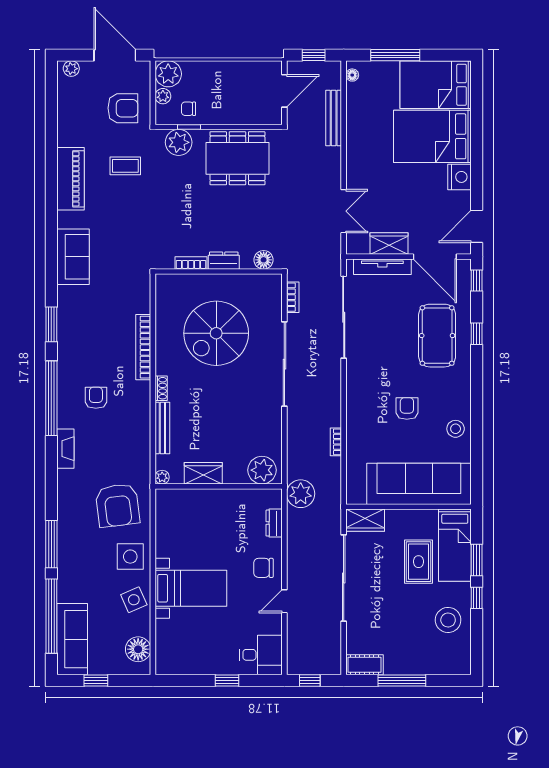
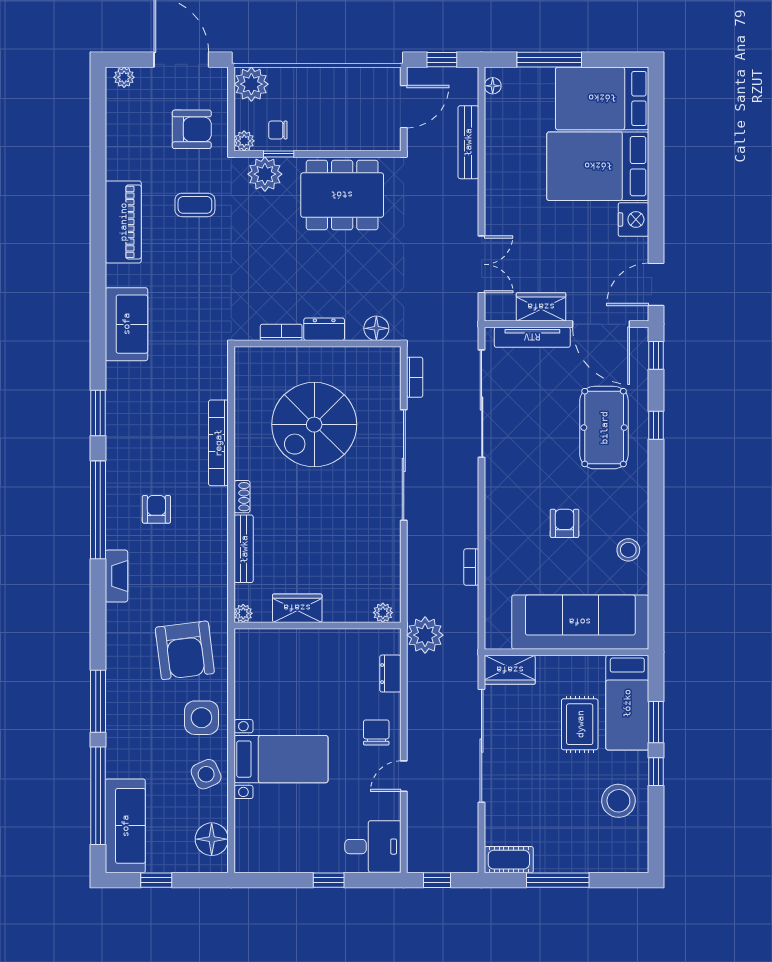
plant: (163, 96) -> (244, 141), moved
plant: (262, 470) -> (383, 613), width x0.53, depth x0.53
chair: (263, 568) -> (376, 732), turned 90

